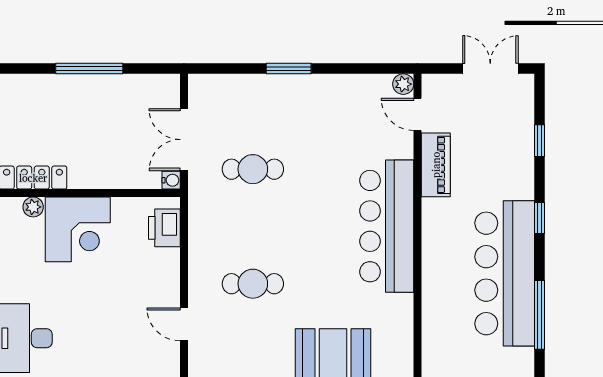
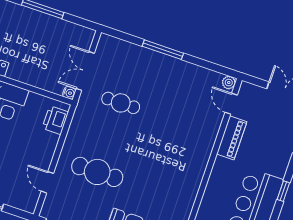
window: (289, 69) -> (163, 50), width x1.44
bar counter: (387, 226) -> (190, 165), removed
cafe table: (253, 284) -> (97, 172), width x1.37, depth x1.35

